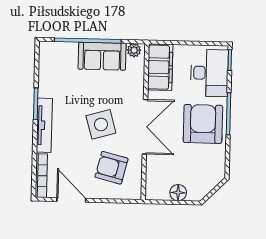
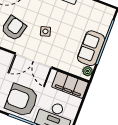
side table: (101, 124) -> (45, 31), width x0.54, depth x0.54
armchair: (203, 124) -> (22, 100), turned 180

